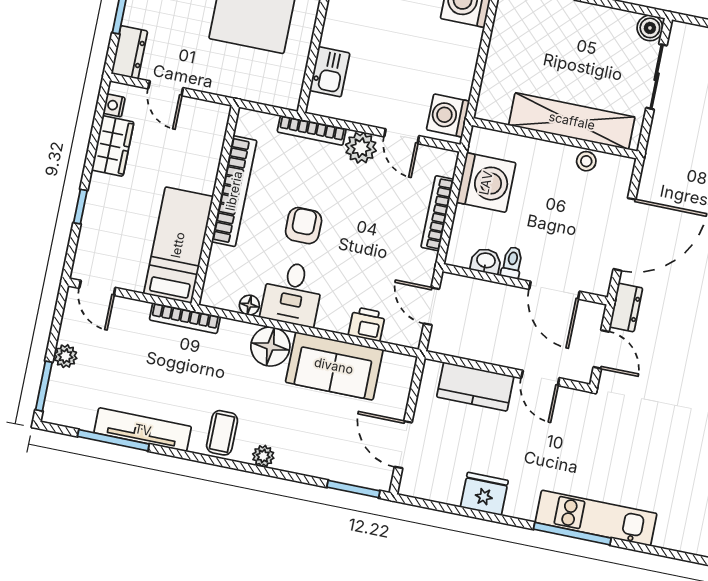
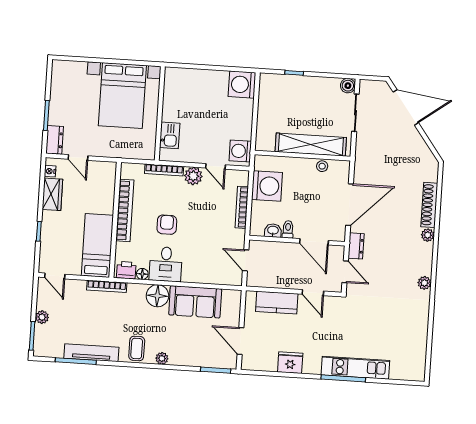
printer: (367, 324) -> (126, 270), moved

